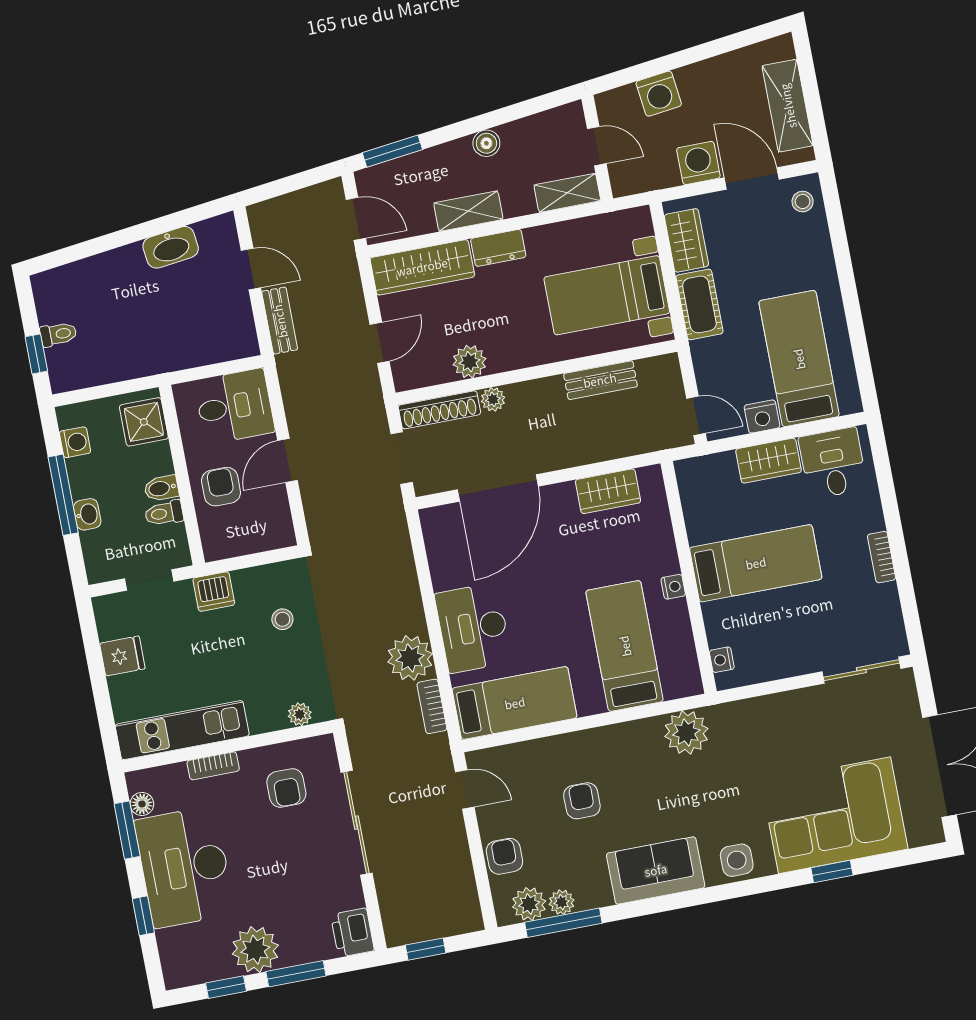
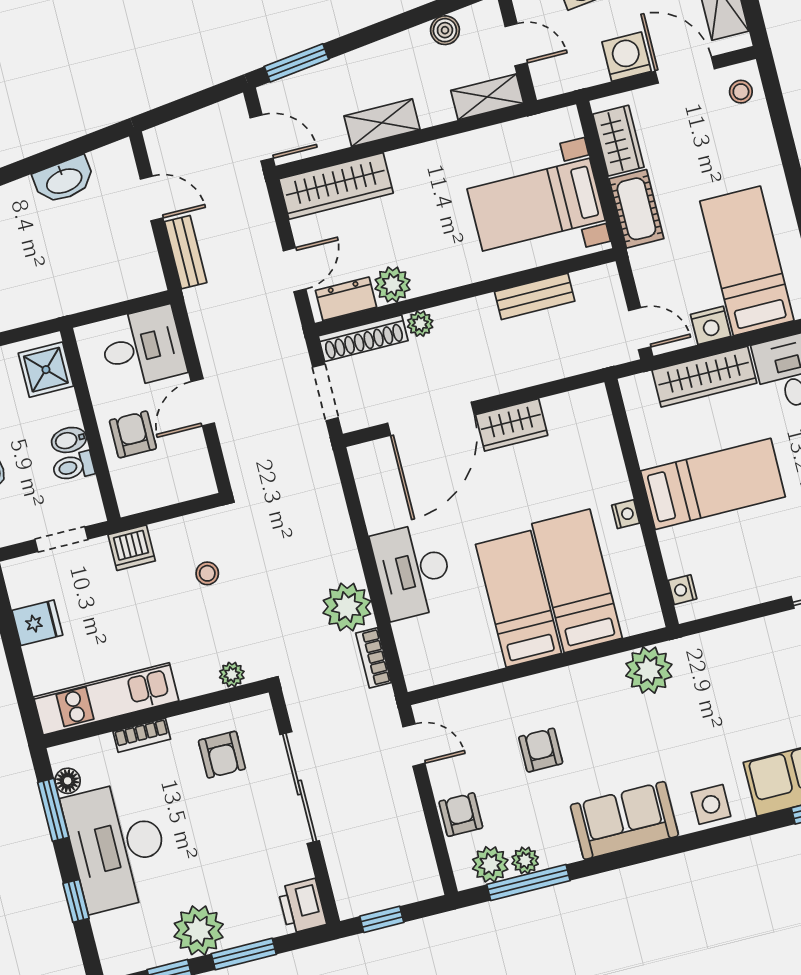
boiler: (486, 143) -> (445, 30), moved
dresser: (498, 248) -> (346, 299), moved, turned 180
wardrobe: (769, 461) -> (704, 377), width x1.50
wardrobe: (608, 491) -> (512, 425), moved
bed: (515, 703) -> (518, 599), moved, turned -90

